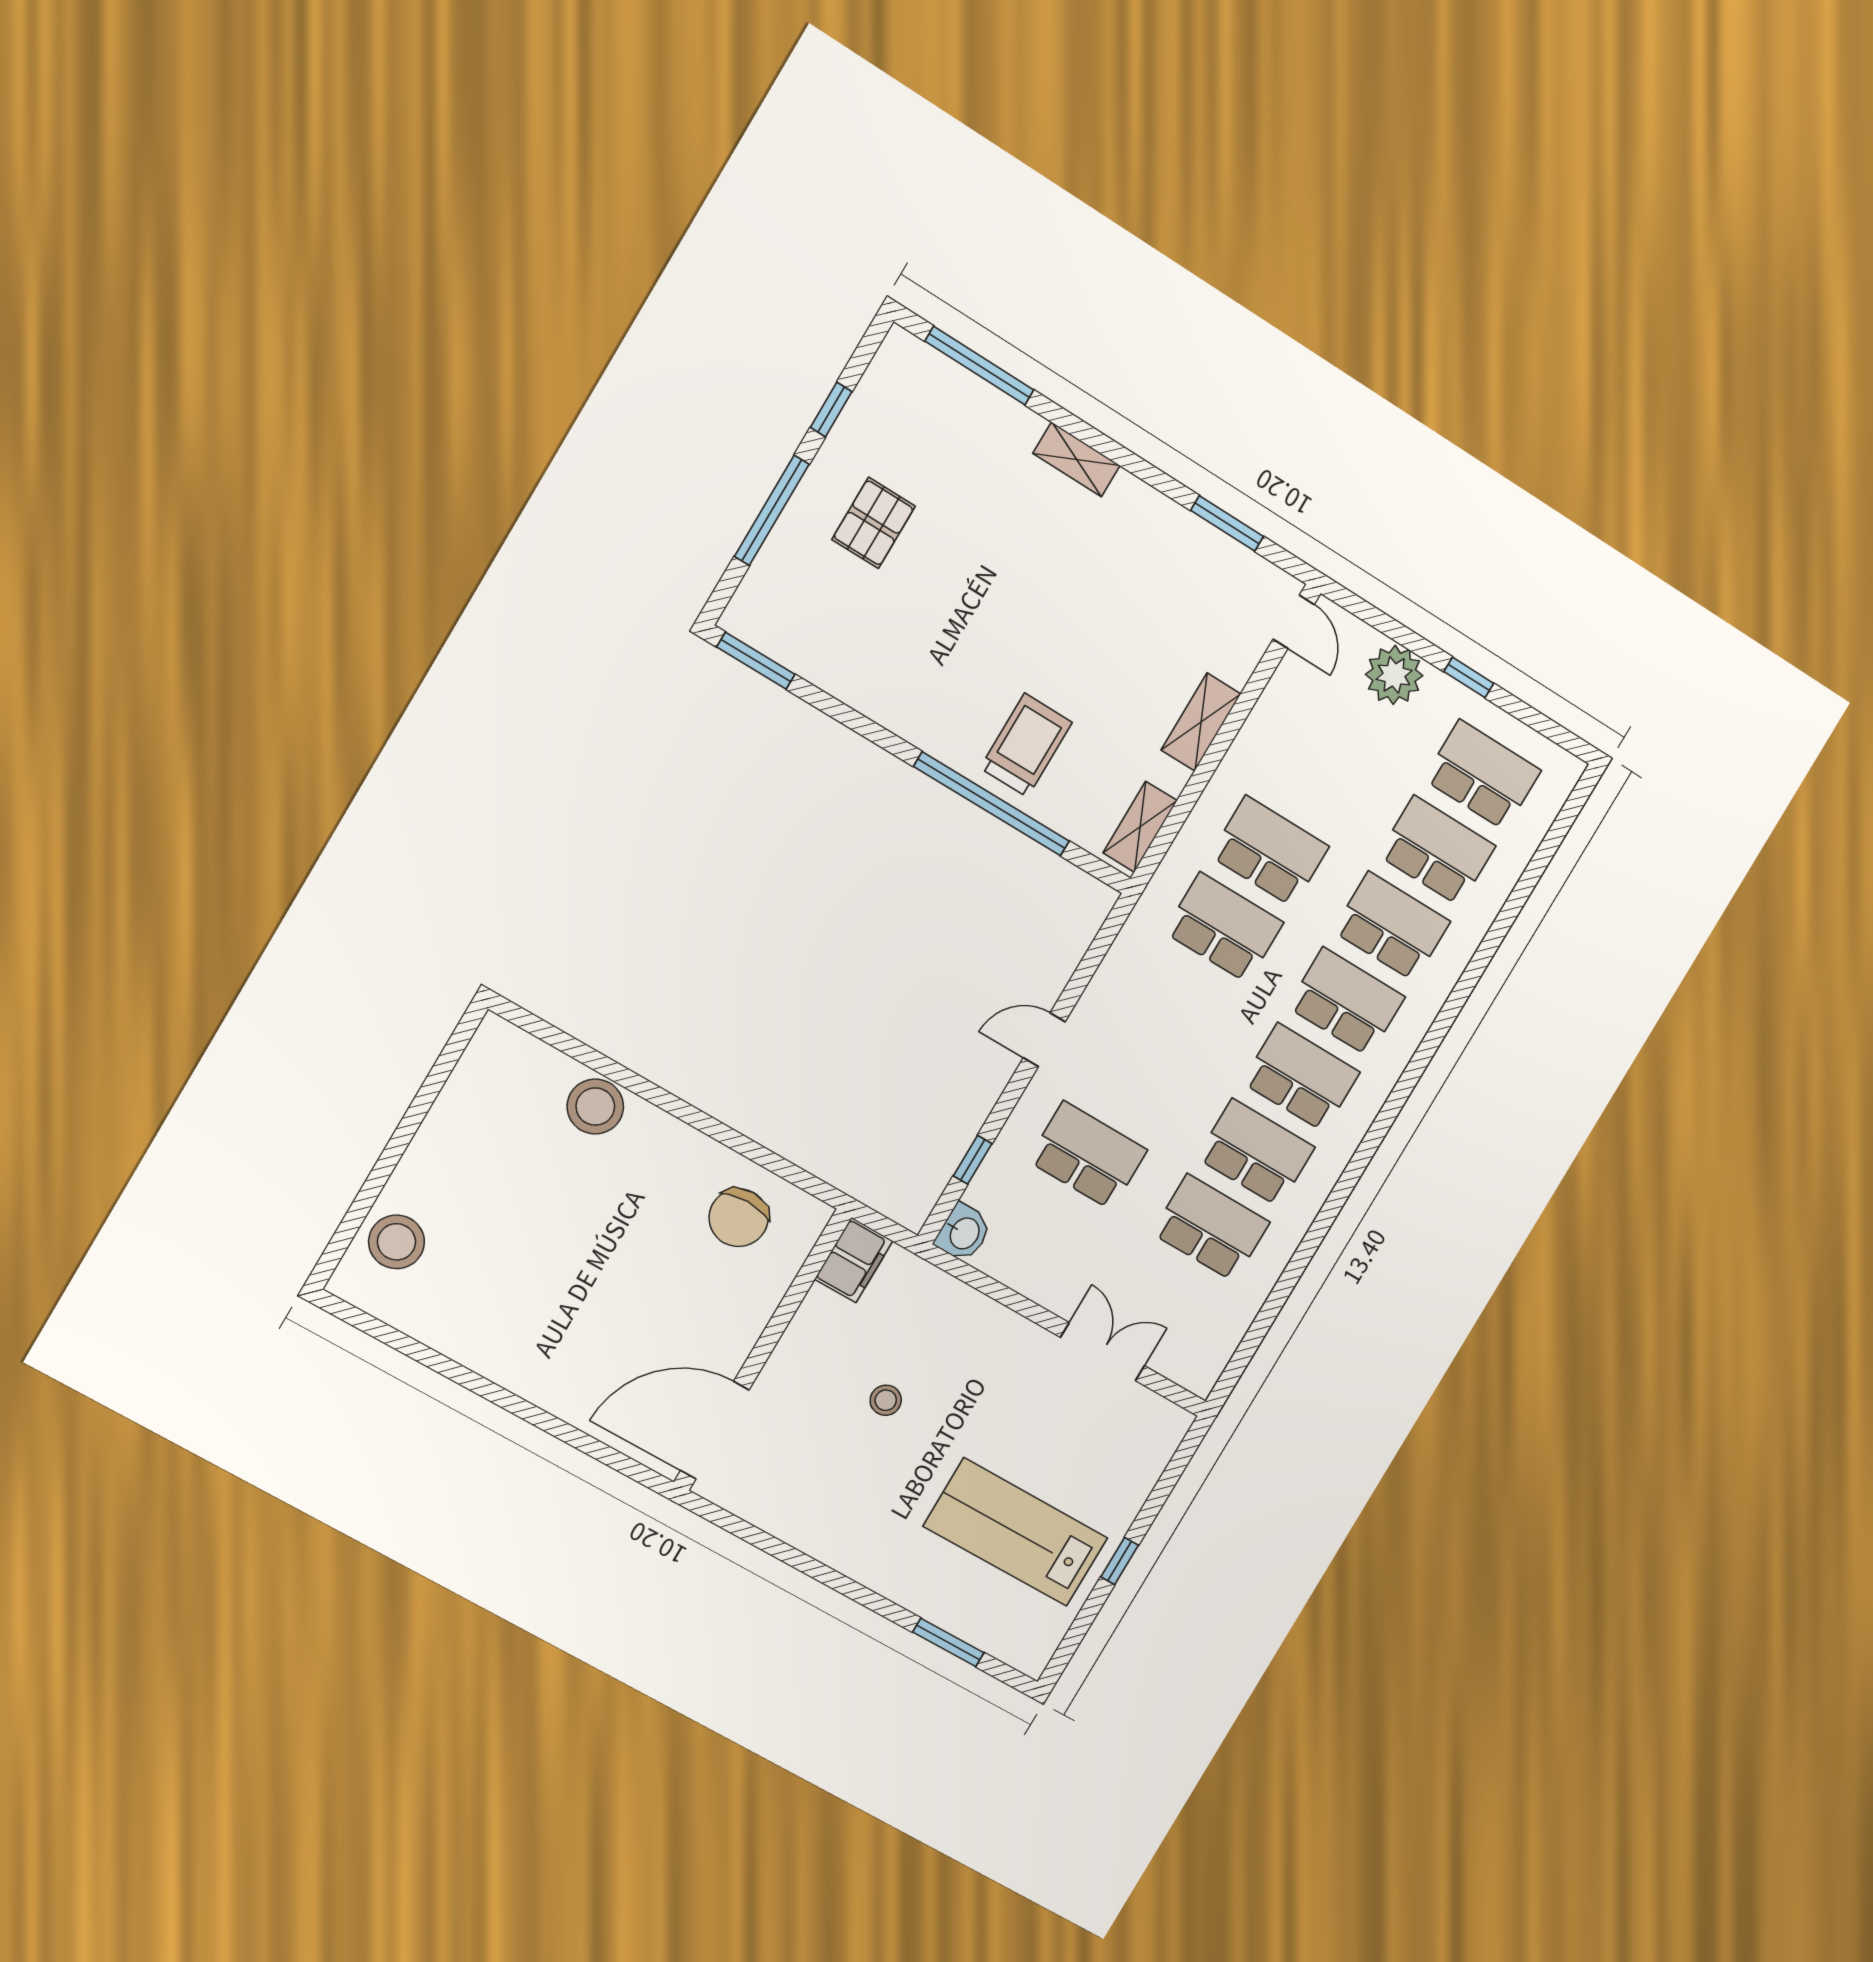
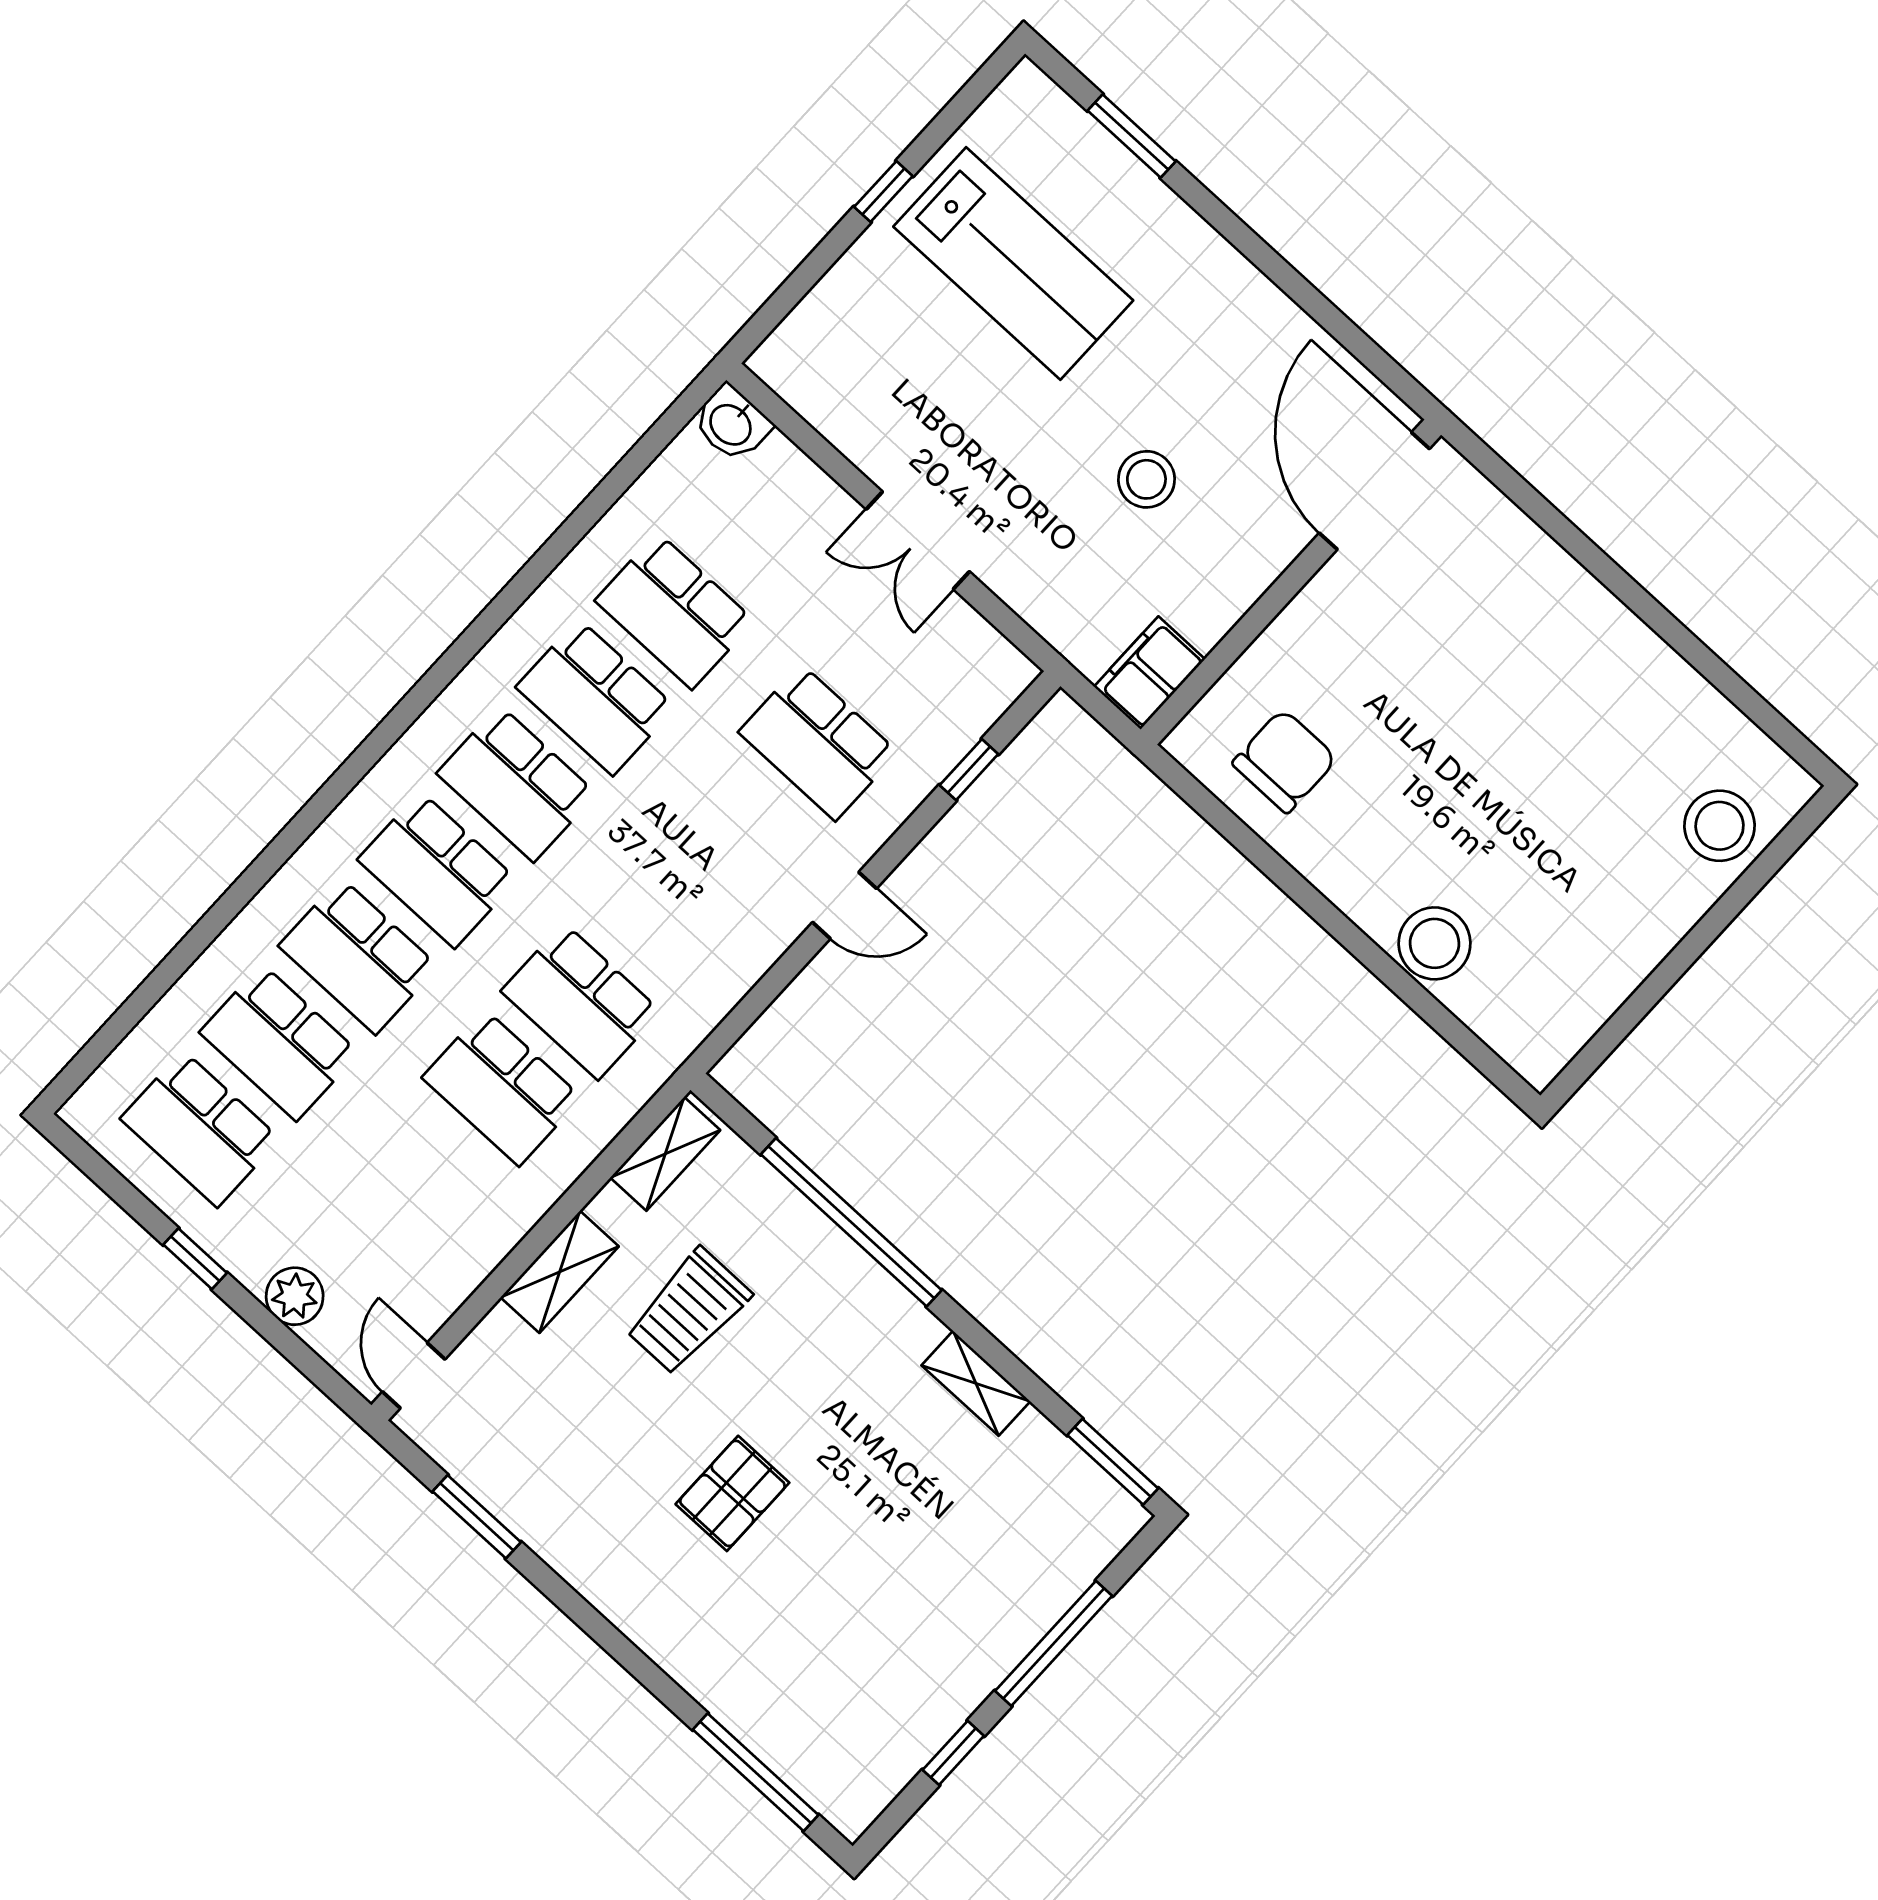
shelving: (1077, 459) -> (976, 1383), moved
pallet: (874, 523) -> (732, 1493), moved
plant: (1394, 675) -> (295, 1296), width x0.73, depth x0.73
trolley: (1026, 745) -> (688, 1311), moved
washbasin: (964, 1233) -> (732, 424), moved, turned -90
double door: (1102, 1352) -> (918, 540), moved
stool: (886, 1400) -> (1146, 479), width x1.37, depth x1.37
door: (715, 1430) -> (1374, 491), swing flipped

